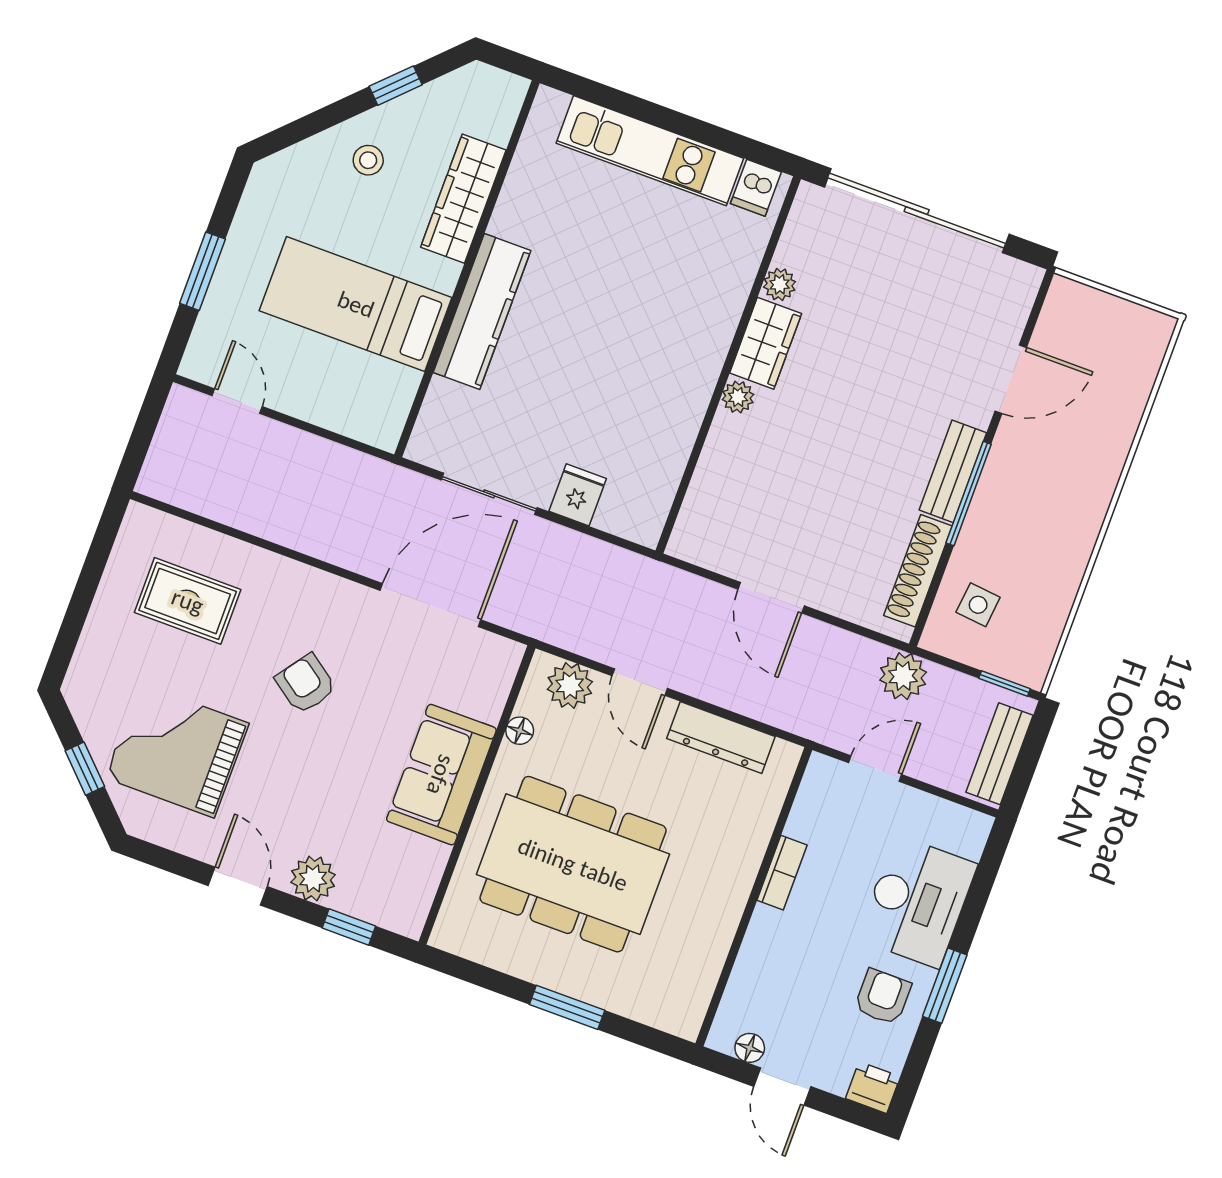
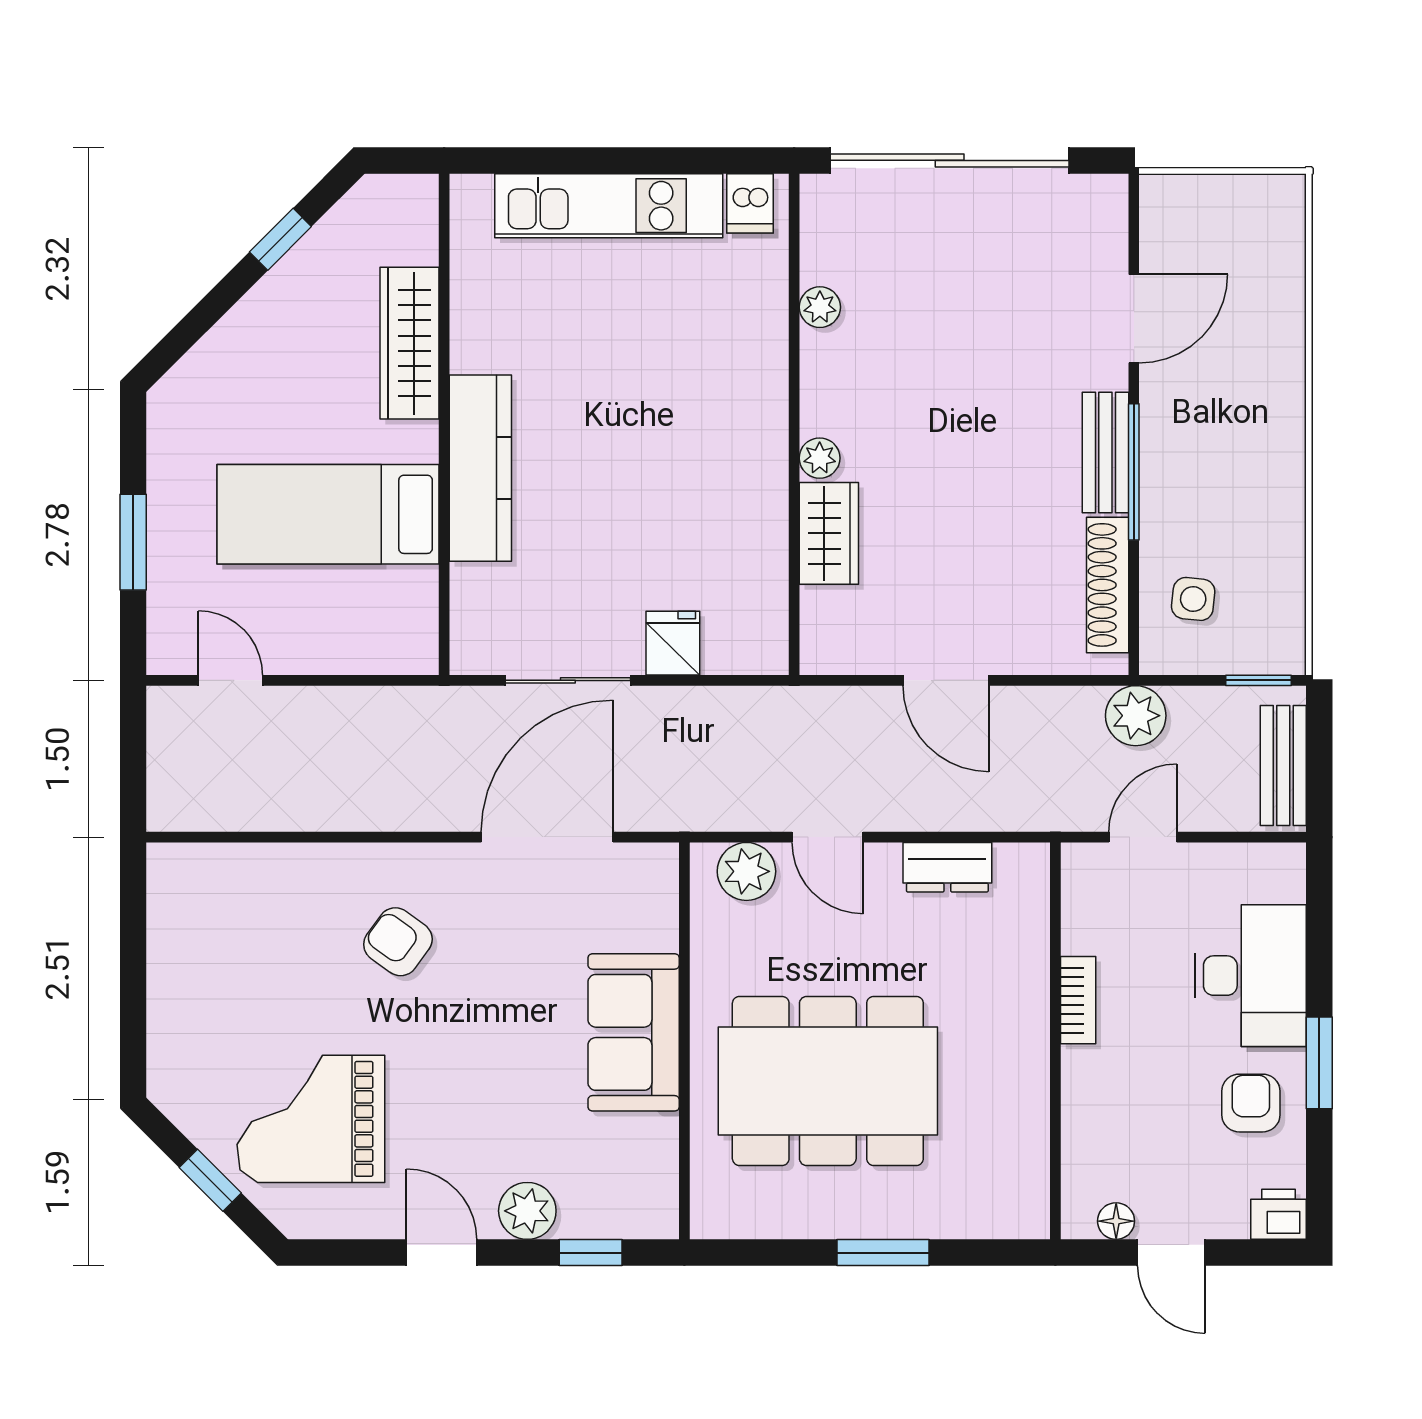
stool: (368, 160) -> (280, 339), removed
wardrobe: (766, 343) -> (829, 533), moved
rug: (188, 601) -> (259, 938), removed
armchair: (306, 684) -> (398, 942), moved
floor lamp: (520, 731) -> (707, 947), removed
dresser: (721, 737) -> (947, 867), width x0.70

